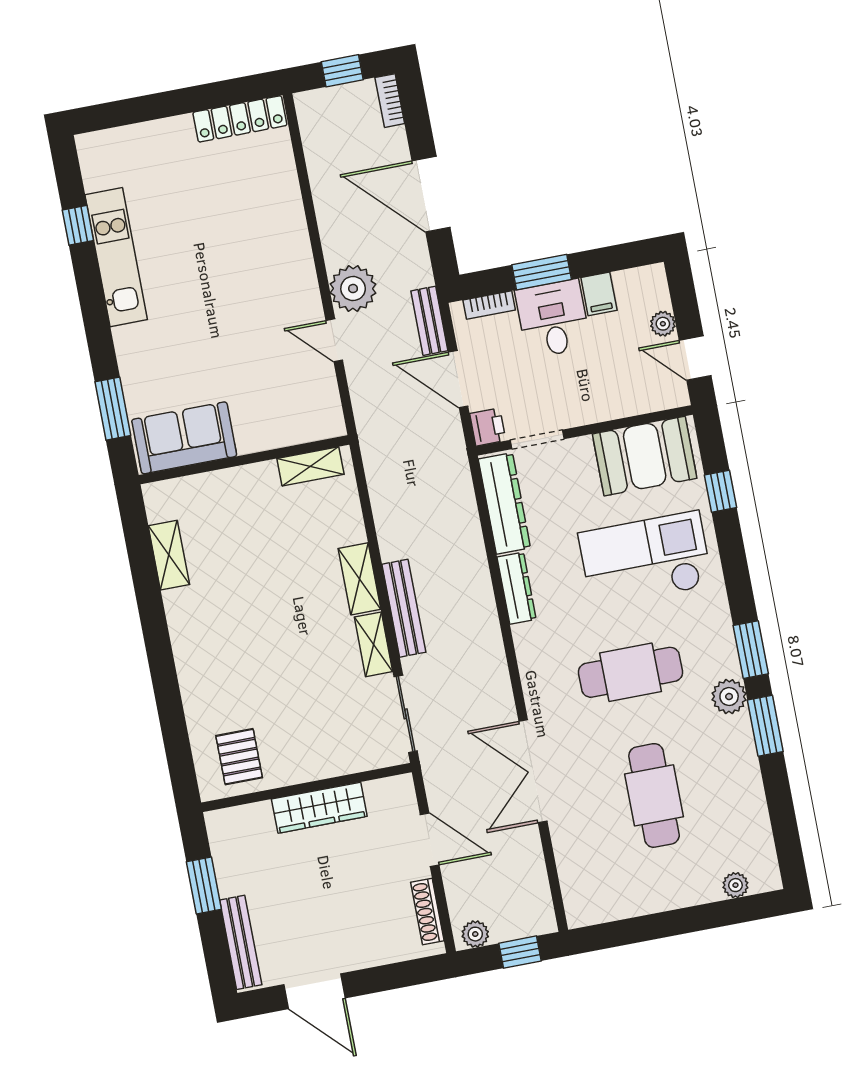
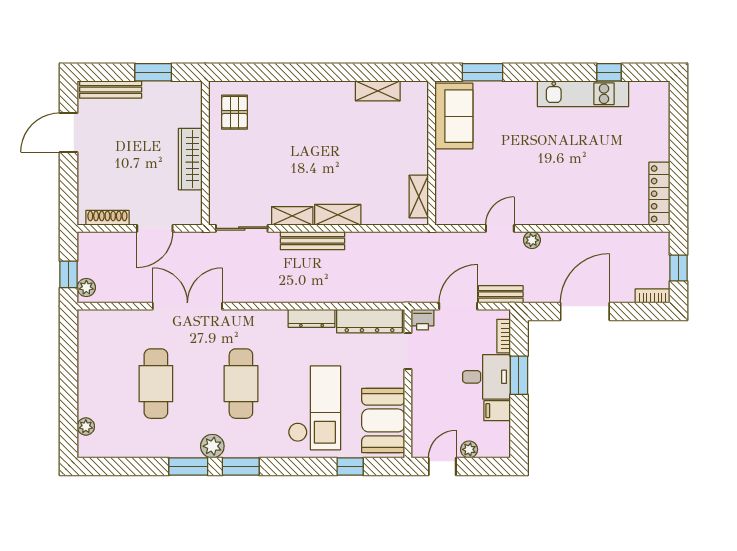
plant: (353, 289) -> (532, 240), width x0.53, depth x0.53
pallet: (239, 757) -> (235, 112), turned 90
cafe table: (654, 795) -> (156, 384), turned 90
plant: (475, 934) -> (86, 287), moved

